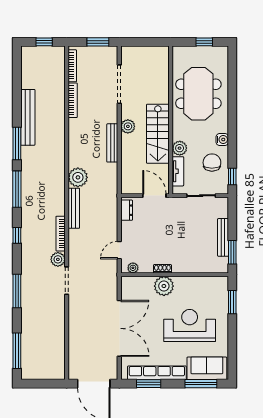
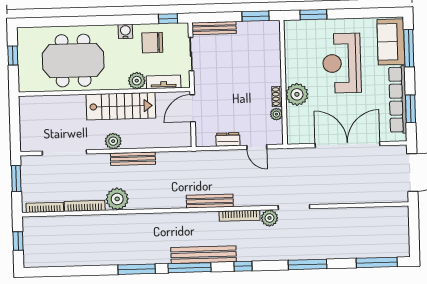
bench: (28, 117) -> (204, 255), moved
plant: (78, 177) -> (117, 199), moved
dresser: (127, 210) -> (228, 139), moved
bench: (223, 237) -> (214, 28), moved
plant: (133, 268) -> (276, 114), moved

